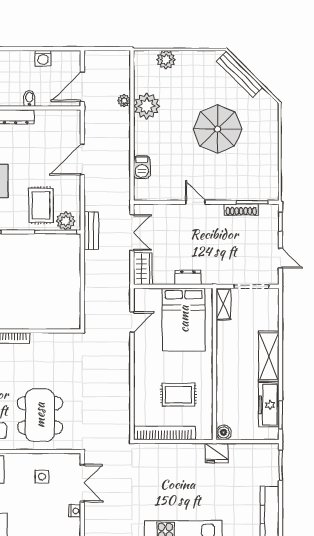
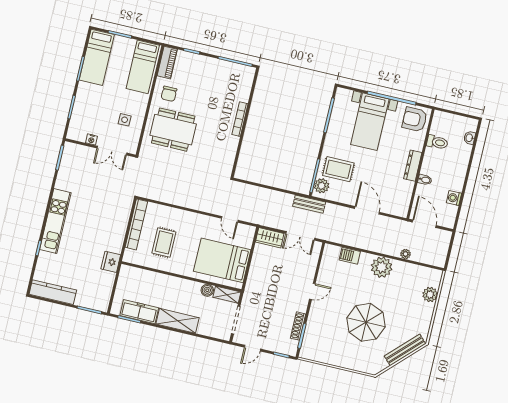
plant: (147, 106) -> (382, 267), moved
dresser: (188, 277) -> (254, 272), removed
boiler: (224, 432) -> (207, 290), moved

